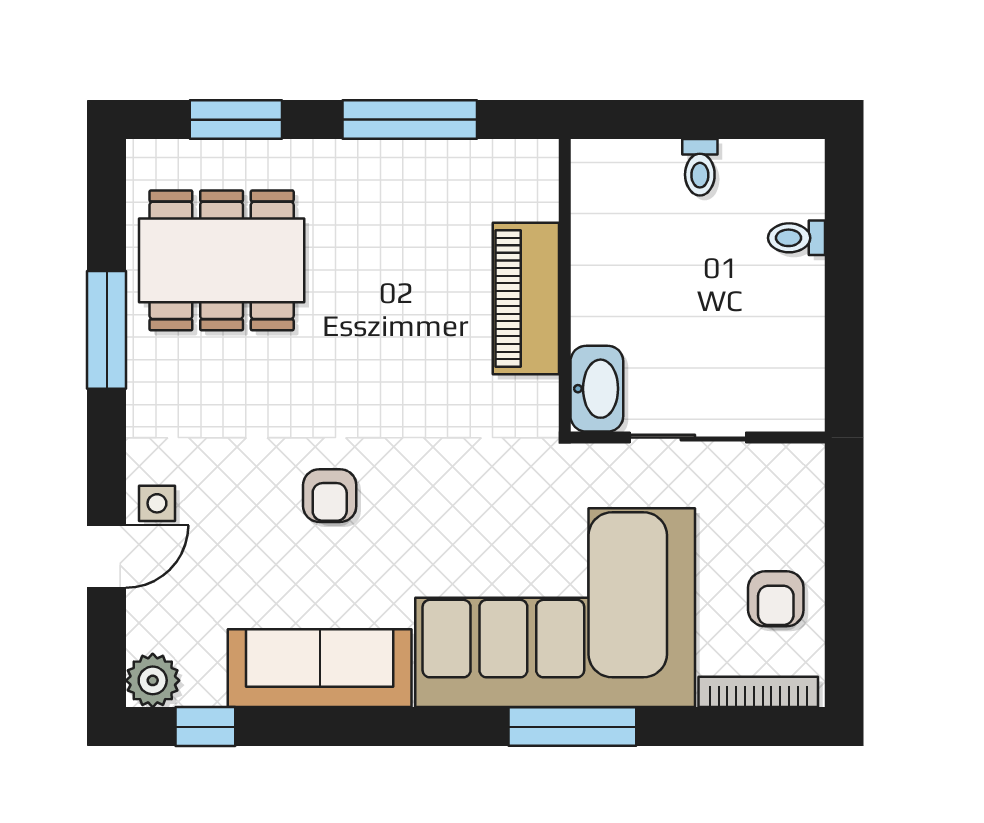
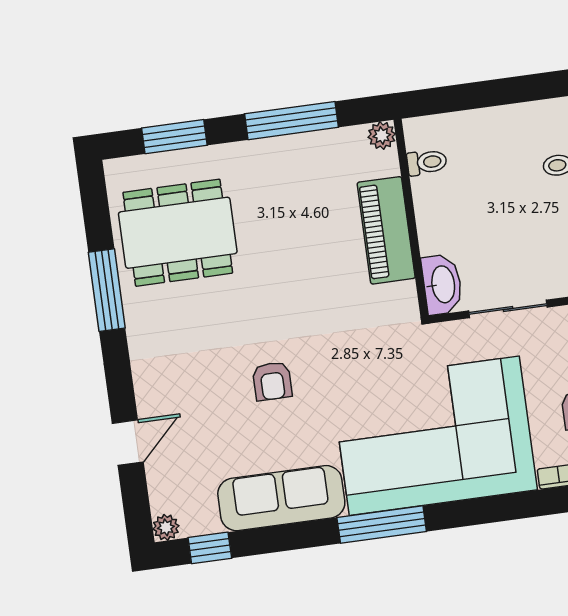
plant: (538, 159) -> (382, 136), added
toilet: (700, 167) -> (427, 162), moved, turned -90
side table: (157, 503) -> (157, 402), removed
plant: (153, 680) -> (166, 527), width x0.73, depth x0.73
window: (572, 727) -> (382, 524), moved

